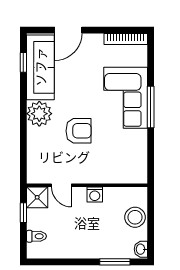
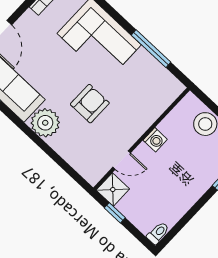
window: (151, 107) -> (151, 49), moved
toilet: (36, 236) -> (158, 233), moved

